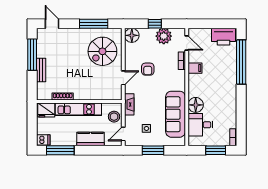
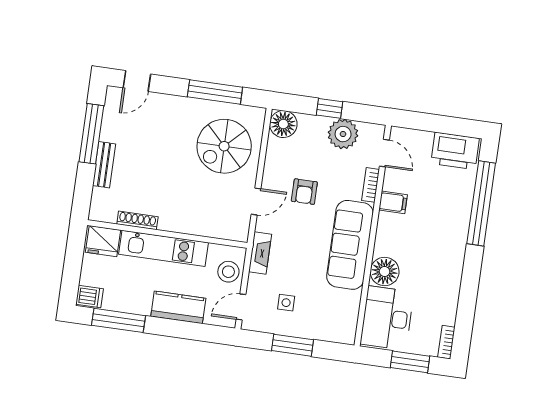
door: (52, 24) -> (137, 81), swing flipped
sofa: (176, 114) -> (350, 245), moved
desk: (200, 125) -> (387, 318), width x1.37

